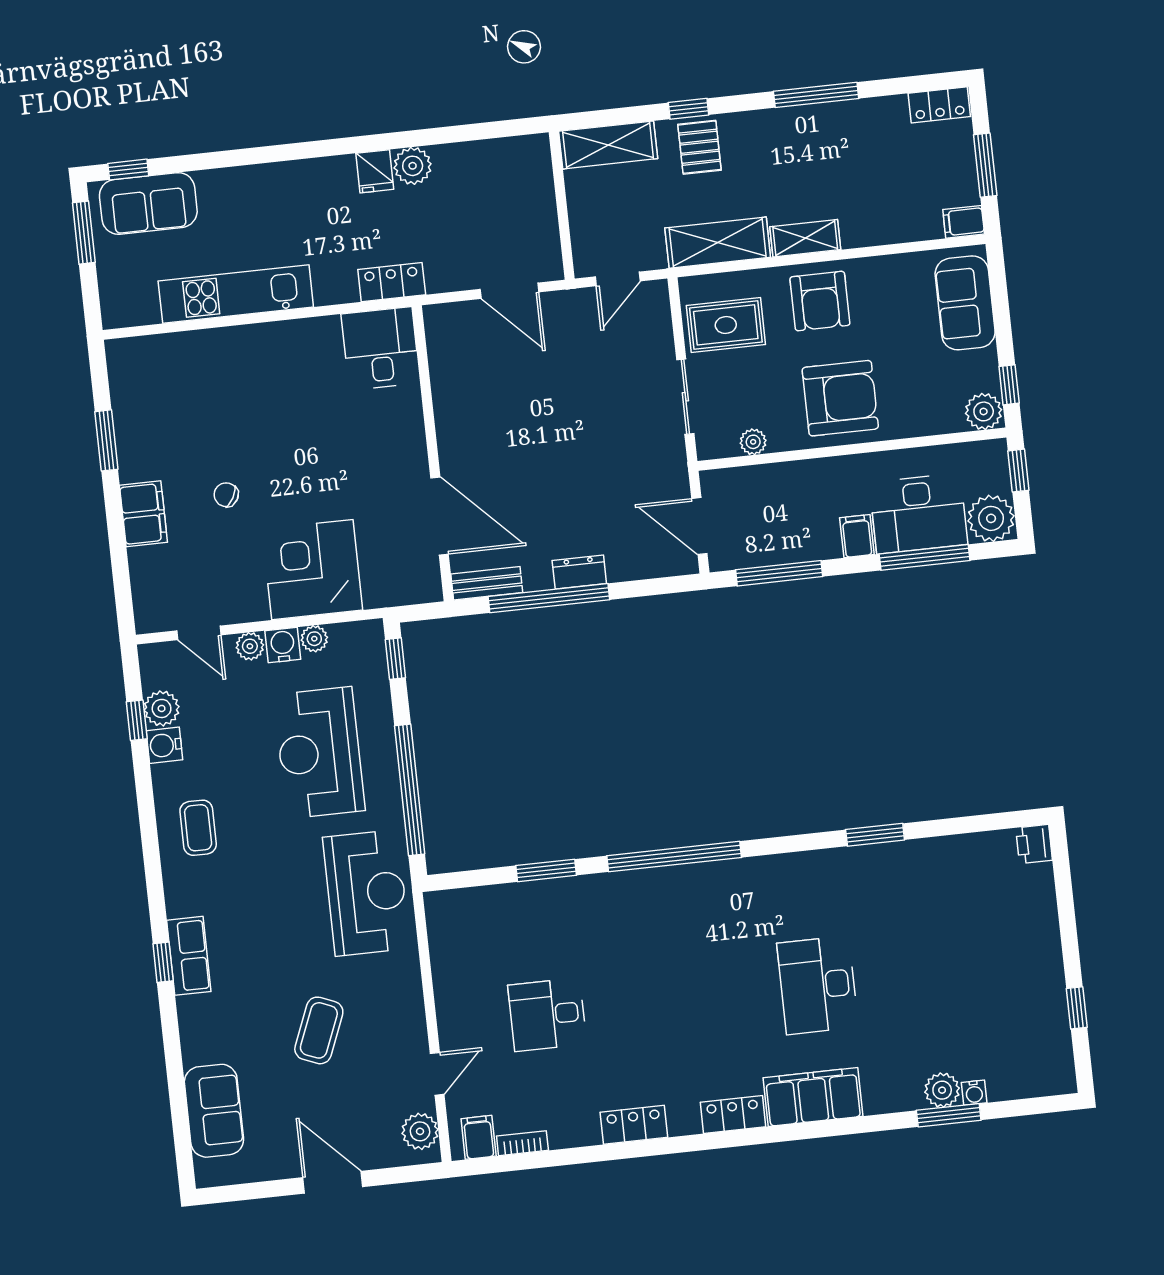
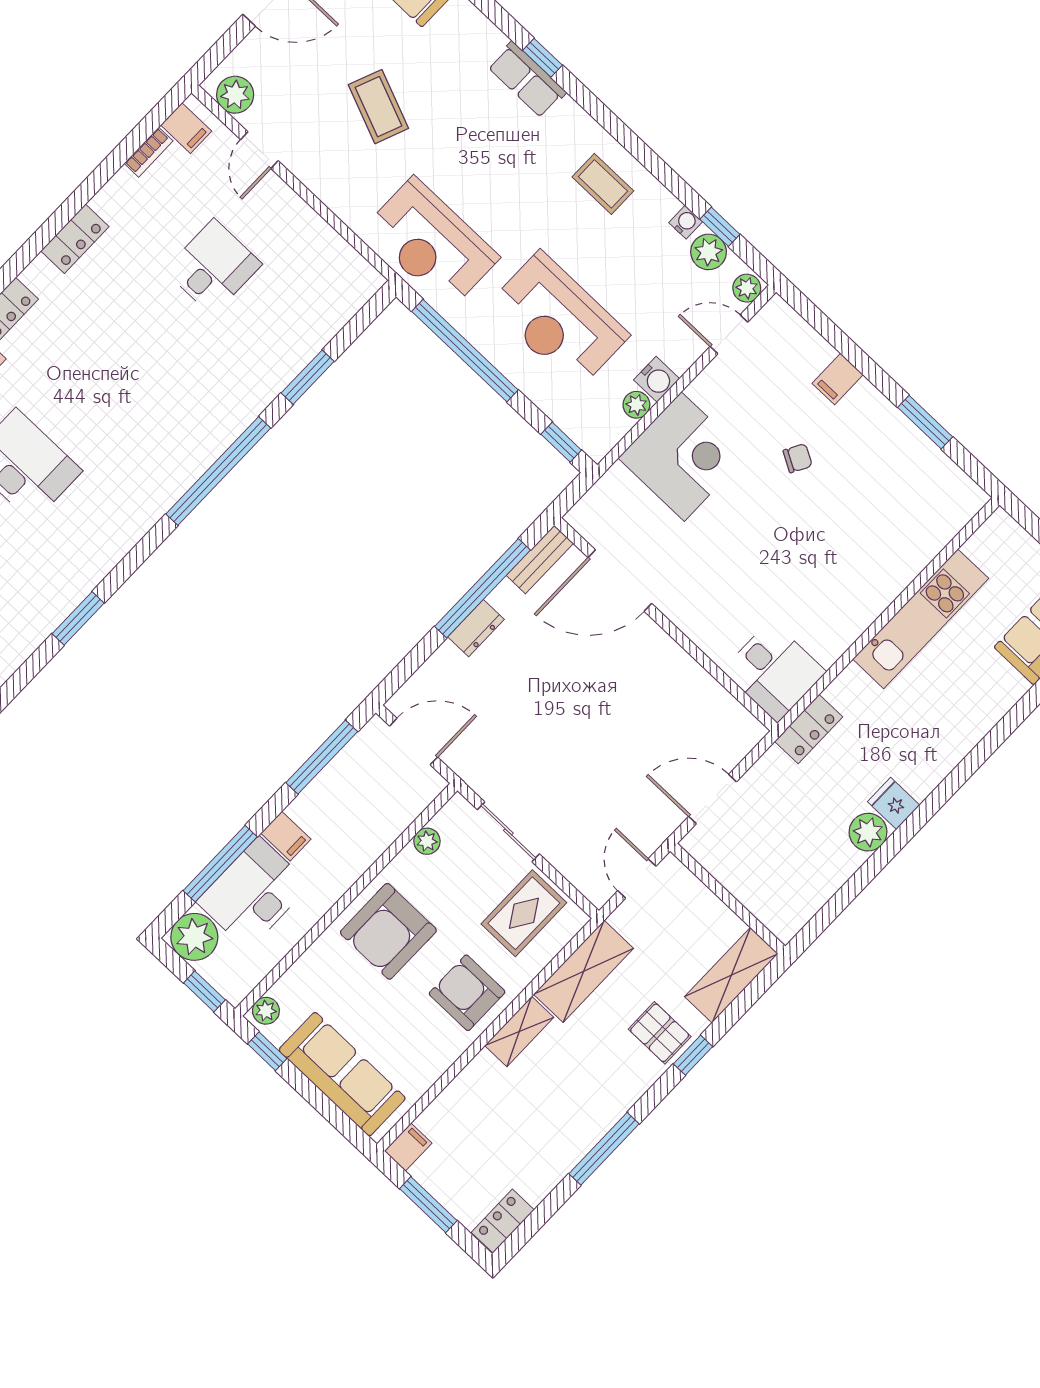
sofa: (965, 303) -> (342, 1074), width x1.36
plant: (984, 411) -> (266, 1011), width x0.73, depth x0.73
filing cabinet: (143, 514) -> (838, 379), width x0.50
plant: (250, 646) -> (747, 288), moved
water cooler: (164, 745) -> (686, 222), width x0.72, depth x0.72
reception desk: (319, 753) -> (558, 320), turned 180

